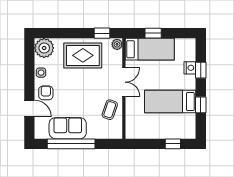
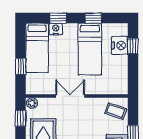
bed: (150, 49) -> (37, 48), moved, turned 180
coffee table: (110, 110) -> (116, 111), moved
nightstand: (174, 131) -> (120, 45), added

